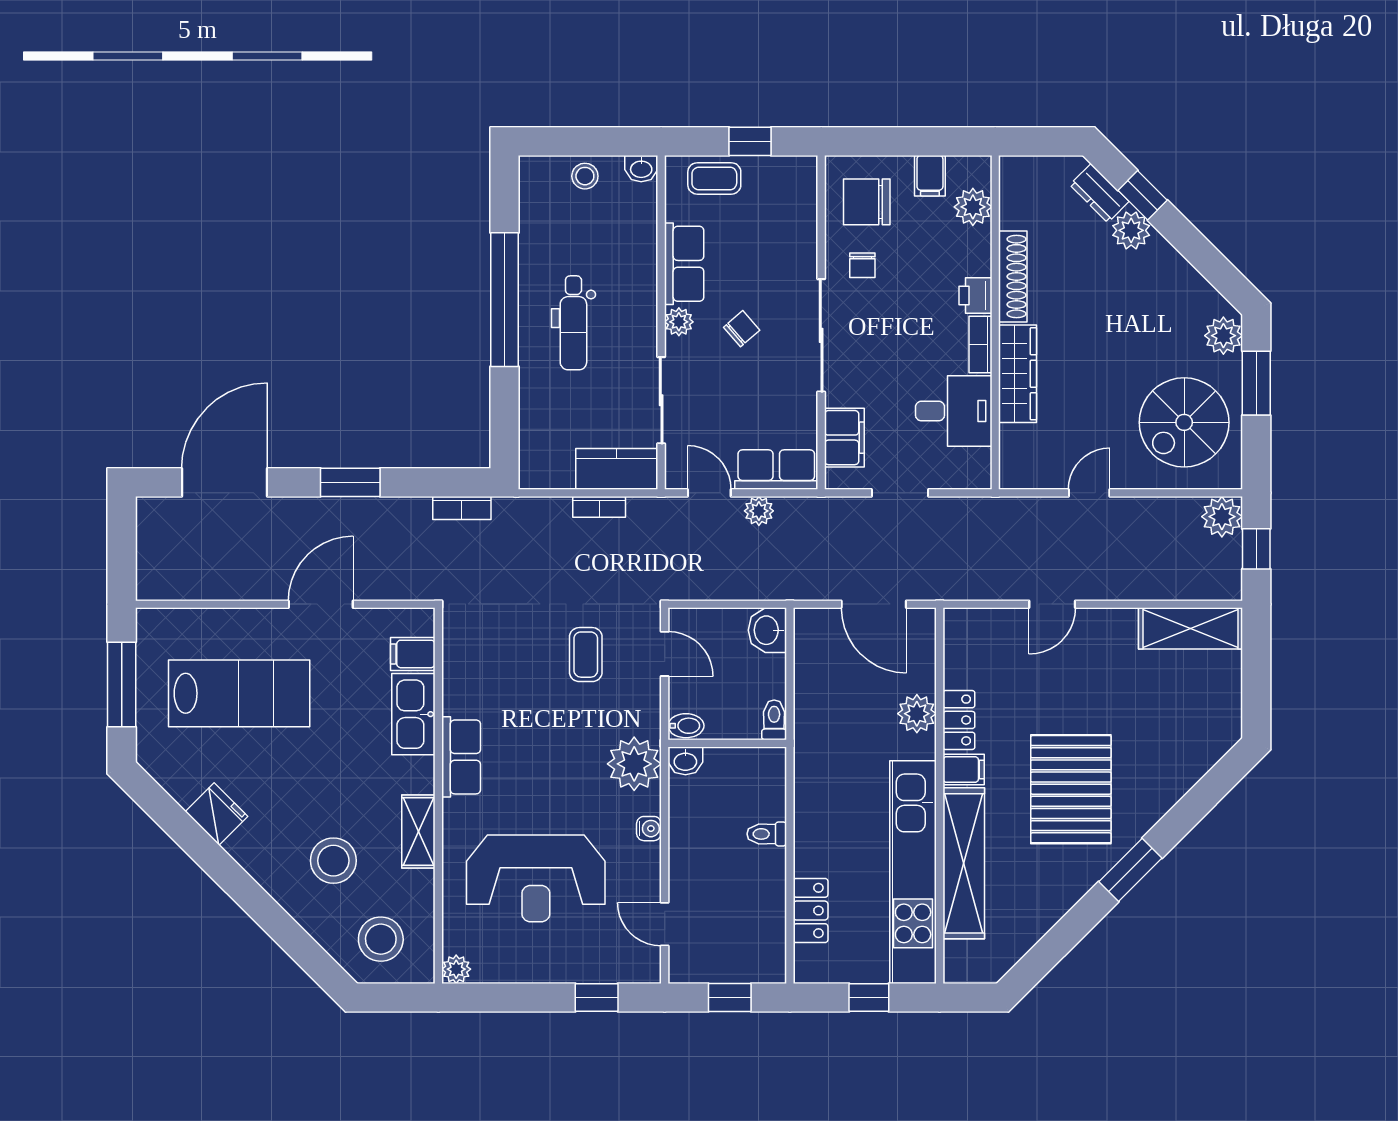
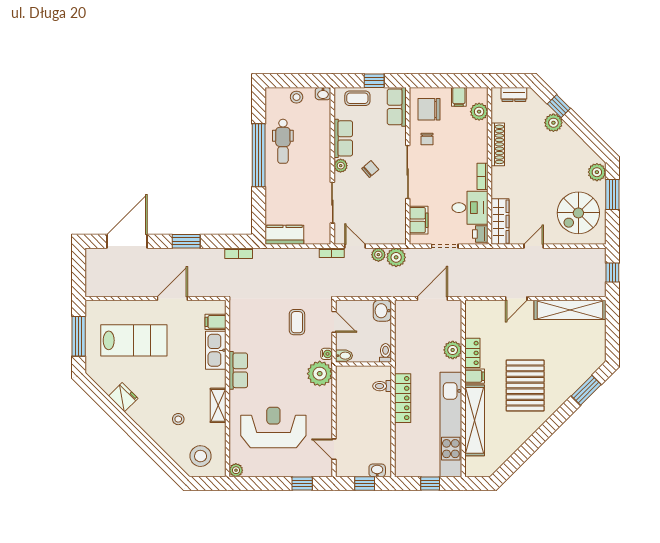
dresser: (1099, 193) -> (514, 94), moved, turned -45
printer: (975, 295) -> (480, 234), moved
dental chair: (573, 323) -> (283, 141), moved
wardrobe: (1018, 374) -> (500, 222), moved
kitchen counter: (617, 469) -> (284, 235), moved
row of seats: (776, 470) -> (397, 107), moved, turned -90
bookcase: (599, 507) -> (332, 253), moved
plant: (1222, 517) -> (396, 257), moved
door: (874, 604) -> (432, 299), swing flipped
shelving: (1190, 628) -> (570, 310), width x1.47
washbasin: (685, 761) -> (377, 470), moved, turned 180
water cooler: (649, 829) -> (327, 354), moved
toilet: (767, 834) -> (382, 386), moved
stool: (333, 861) -> (178, 419), width x0.53, depth x0.53
window: (1130, 870) -> (586, 390), moved
reception desk: (536, 878) -> (273, 427), turned 180
locker: (811, 911) -> (403, 398), moved, width x1.53

